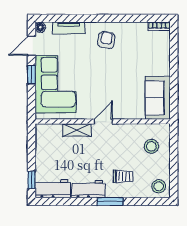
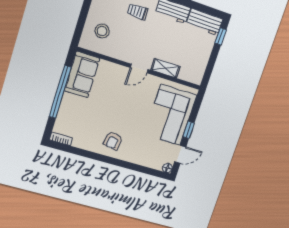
tv unit: (69, 28) -> (143, 160), removed
window: (174, 74) -> (60, 92), added

